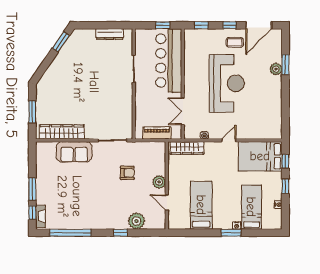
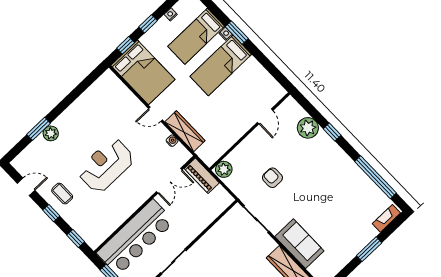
door: (259, 25) -> (26, 187), width x0.53
reception desk: (227, 83) -> (106, 165), width x0.74, depth x0.77
piano: (157, 133) -> (202, 176), moved
wardrobe: (187, 148) -> (185, 131), moved
plant: (159, 182) -> (224, 169), moved
bed: (201, 205) -> (221, 65), moved
window: (32, 213) -> (390, 229), removed

